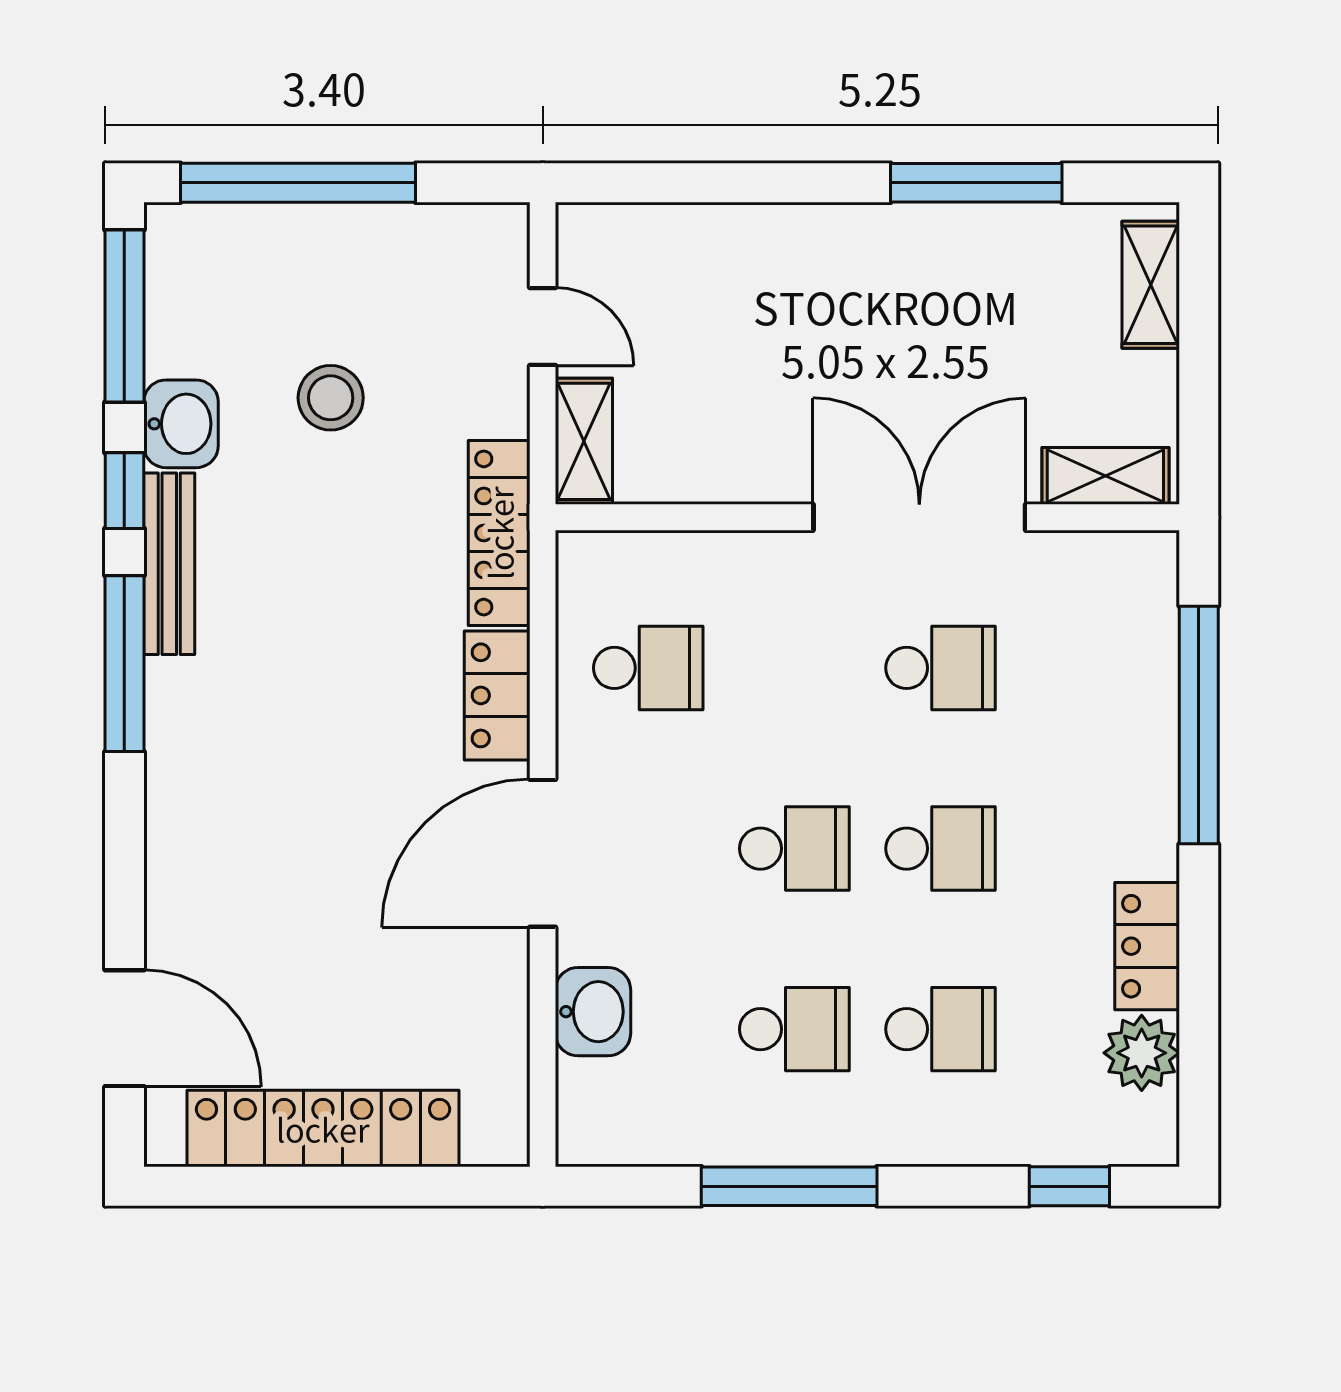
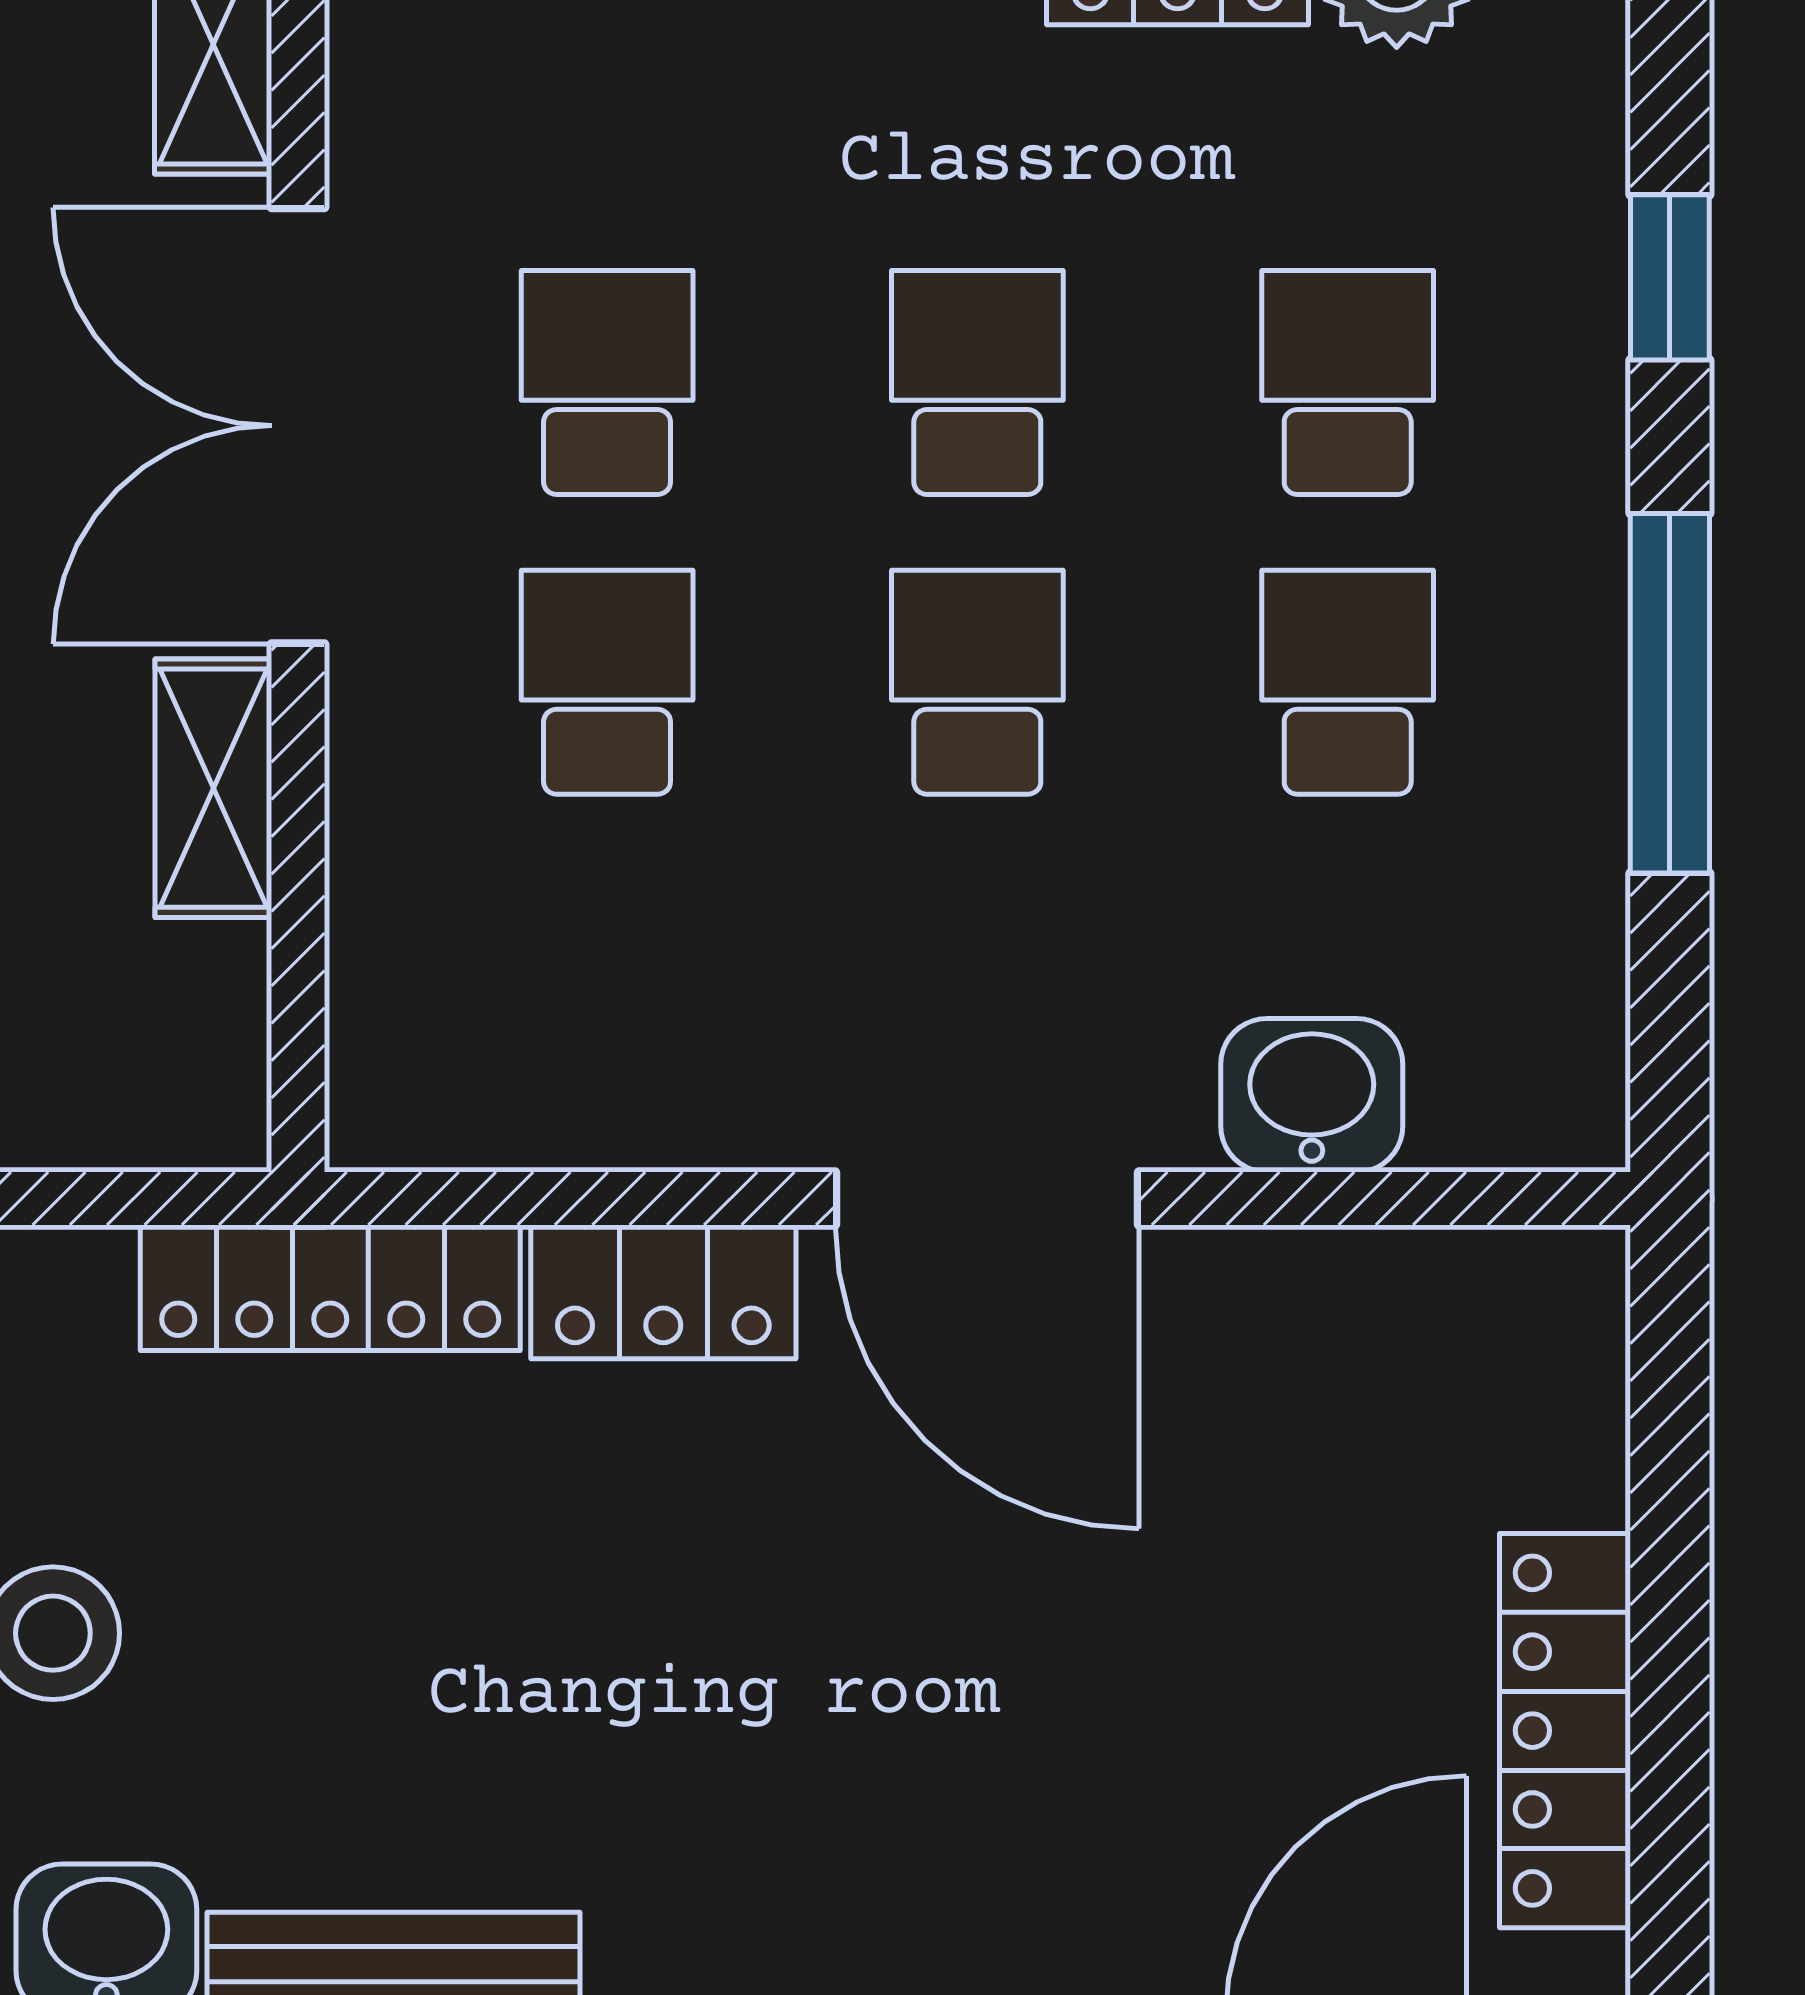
shelving: (584, 441) -> (213, 788), moved, turned 90
school desk: (648, 668) -> (607, 682), moved
locker: (323, 1128) -> (1565, 1731), width x0.71, depth x0.83
window: (1069, 1186) -> (1670, 277), moved

